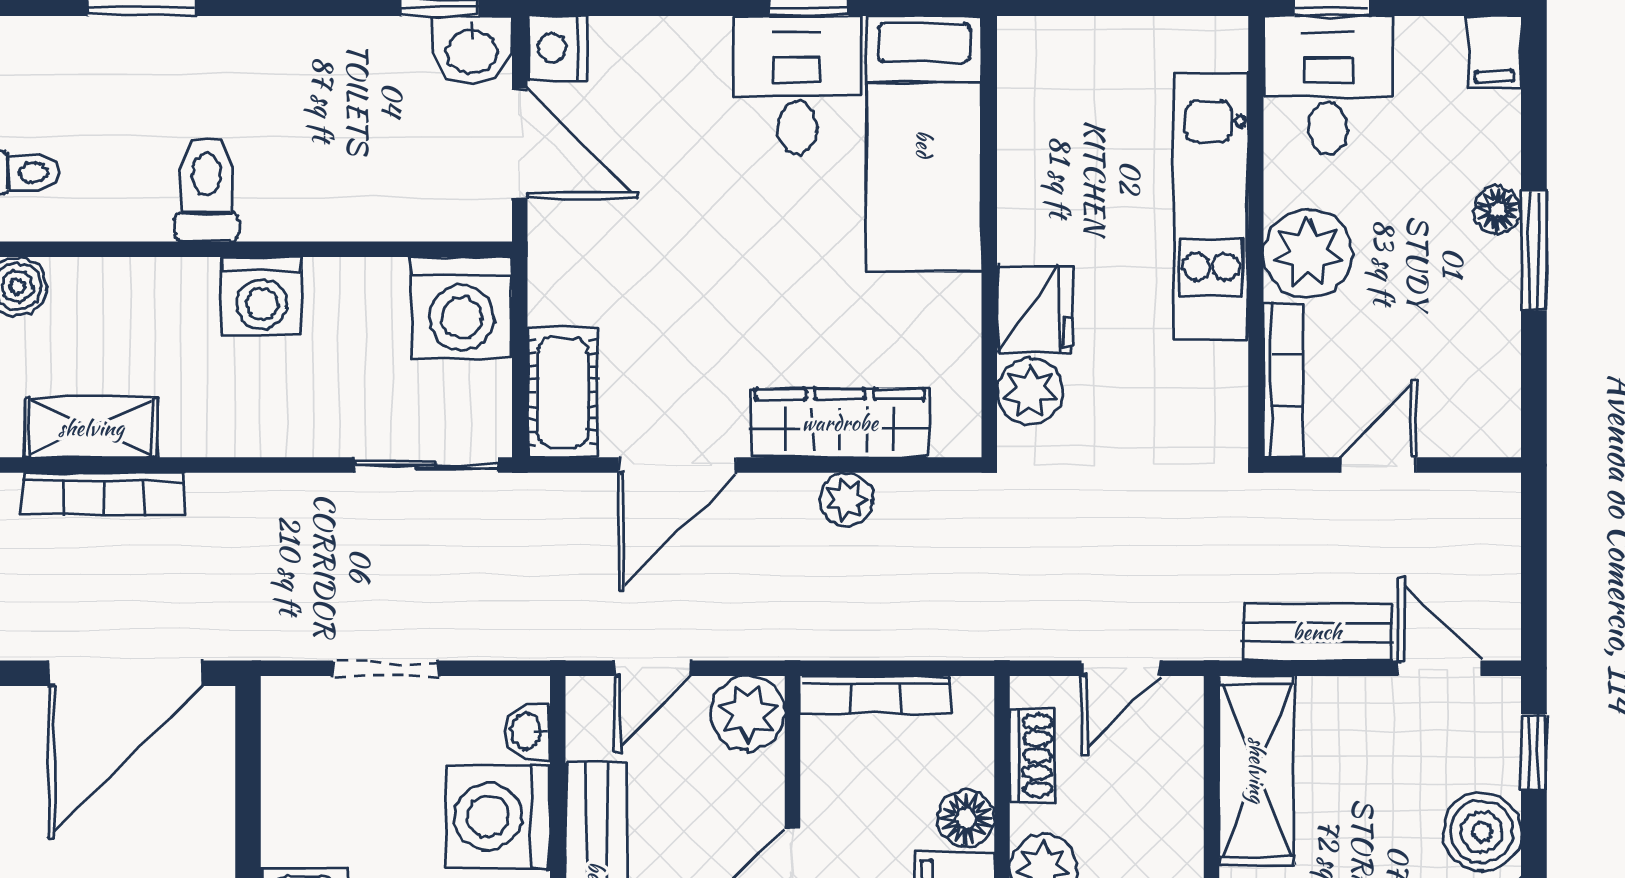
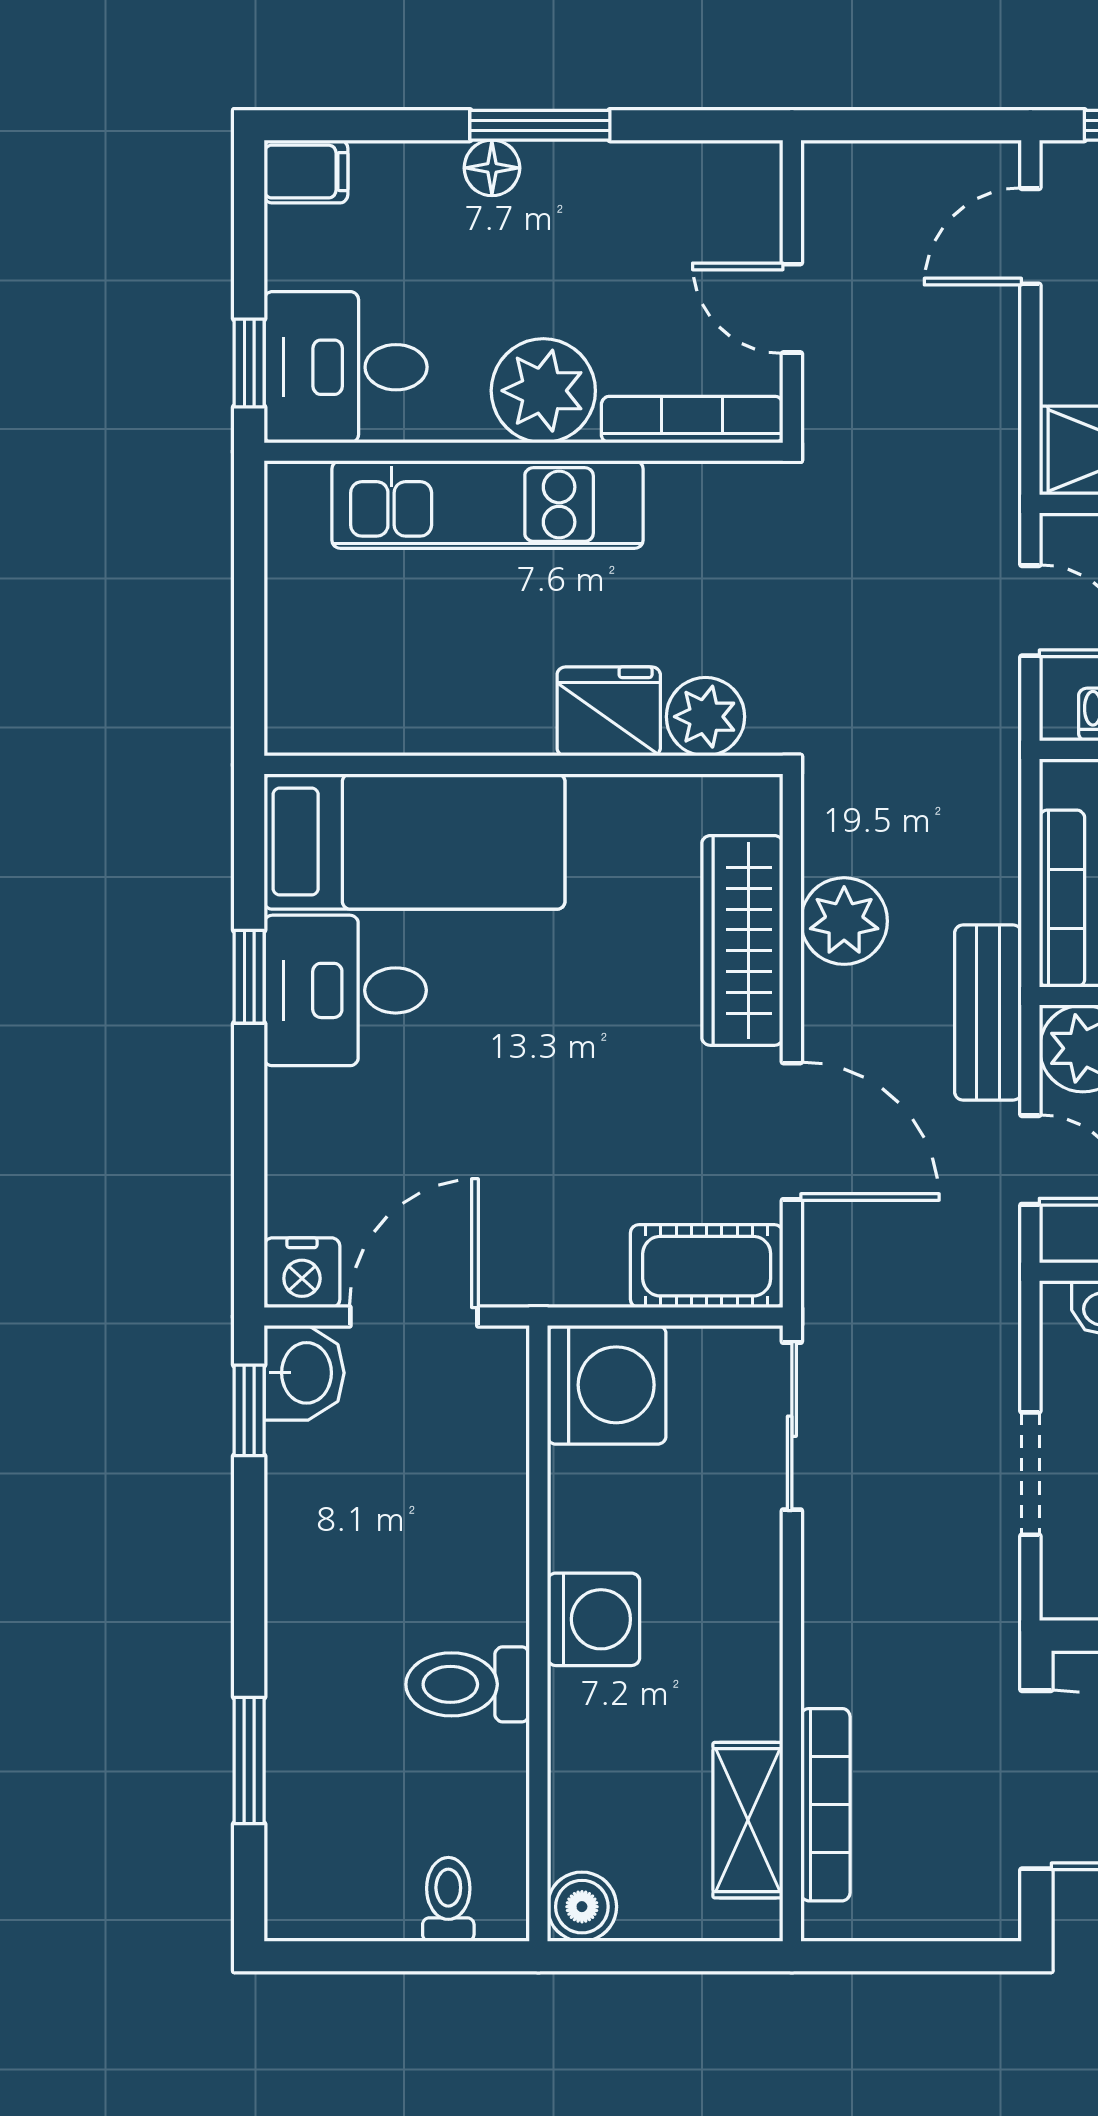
plant: (846, 500) -> (844, 921), width x1.38, depth x1.38
bench: (1317, 632) -> (988, 1013), moved

